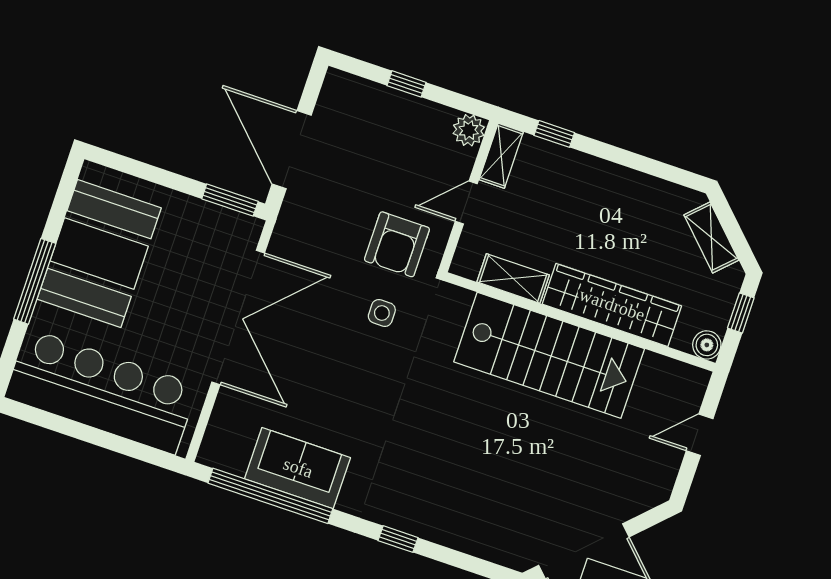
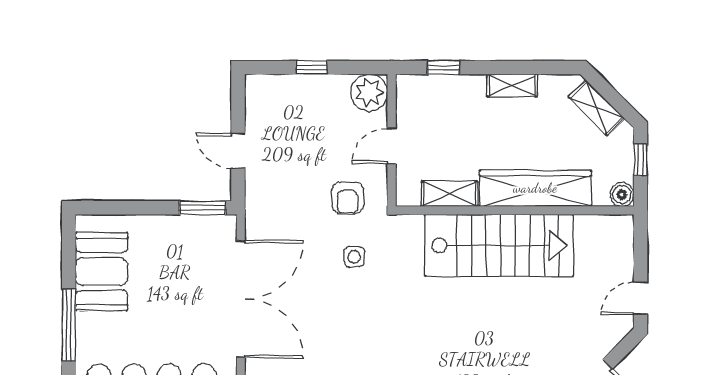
plant: (469, 130) -> (369, 93), width x1.36, depth x1.36
door: (292, 150) -> (238, 151), width x0.53
shelving: (501, 156) -> (512, 85), moved, turned 90
armchair: (397, 244) -> (348, 198), width x0.72, depth x0.72
booth: (99, 253) -> (102, 271), width x0.73, depth x0.70
door: (700, 435) -> (640, 298), moved

